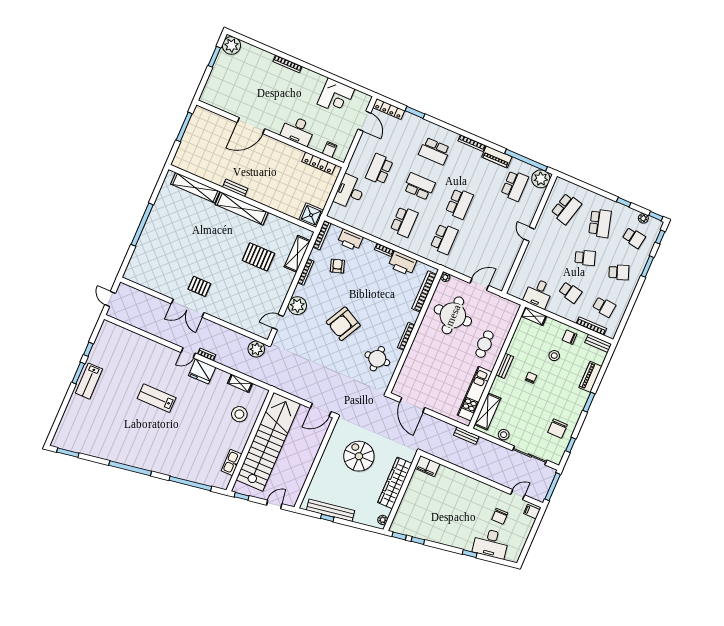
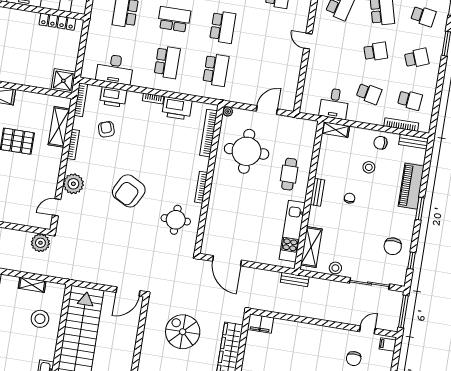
desk: (350, 192) -> (115, 69), moved, turned -90
piano: (590, 377) -> (411, 186), width x1.37, depth x1.33

